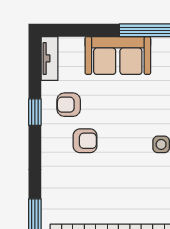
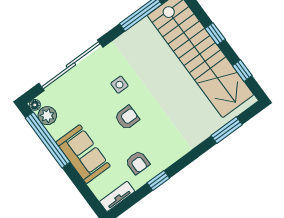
armchair: (85, 141) -> (127, 118), moved, turned 90

